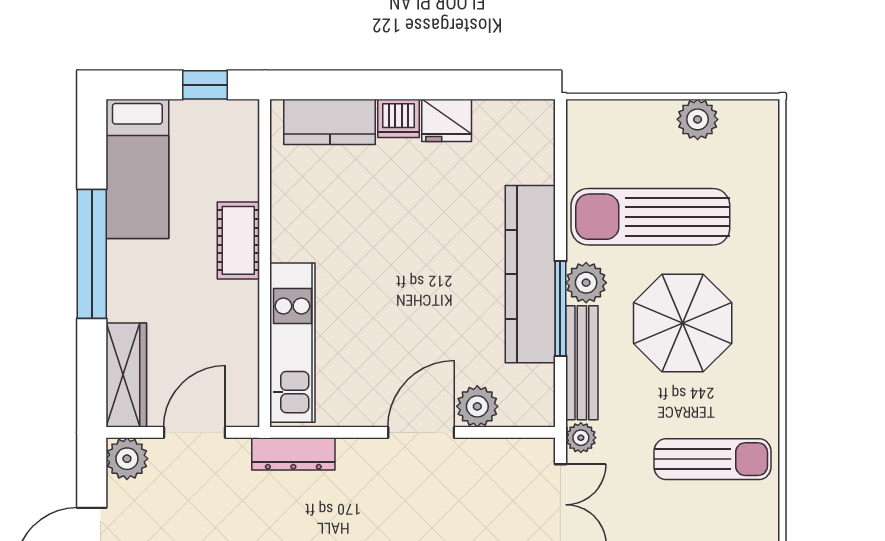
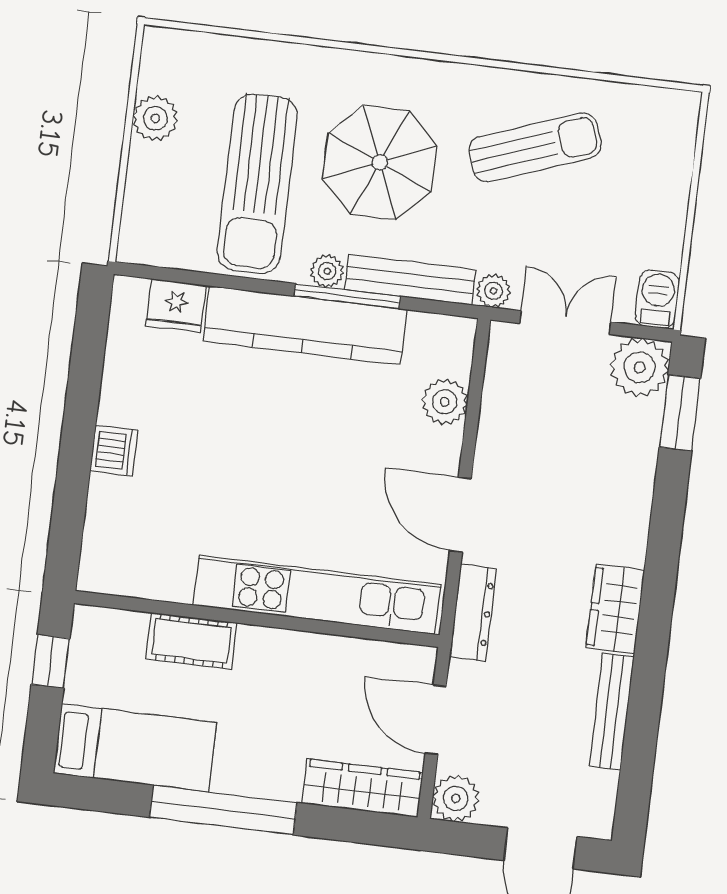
fridge: (447, 120) -> (176, 305), moved, turned 90
kitchen counter: (330, 122) -> (109, 528), removed
cot: (238, 240) -> (191, 641), moved
plant: (586, 283) -> (327, 271), width x0.73, depth x0.73
kitchen unit: (292, 343) -> (317, 595), width x1.36
door: (421, 432) -> (460, 515), moved
sun lounger: (712, 459) -> (535, 147), turned 70

